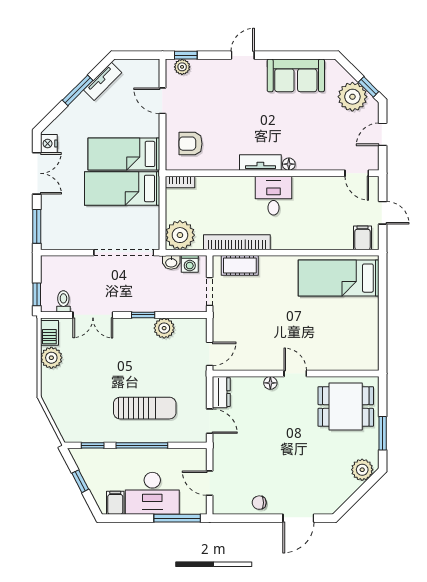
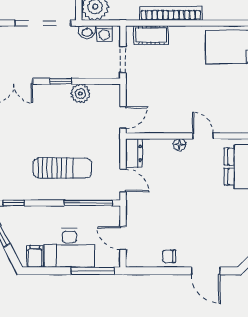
bookcase: (237, 242) -> (171, 13), moved
window: (142, 445) -> (88, 203), moved
door: (298, 518) -> (206, 271), hinge flipped

